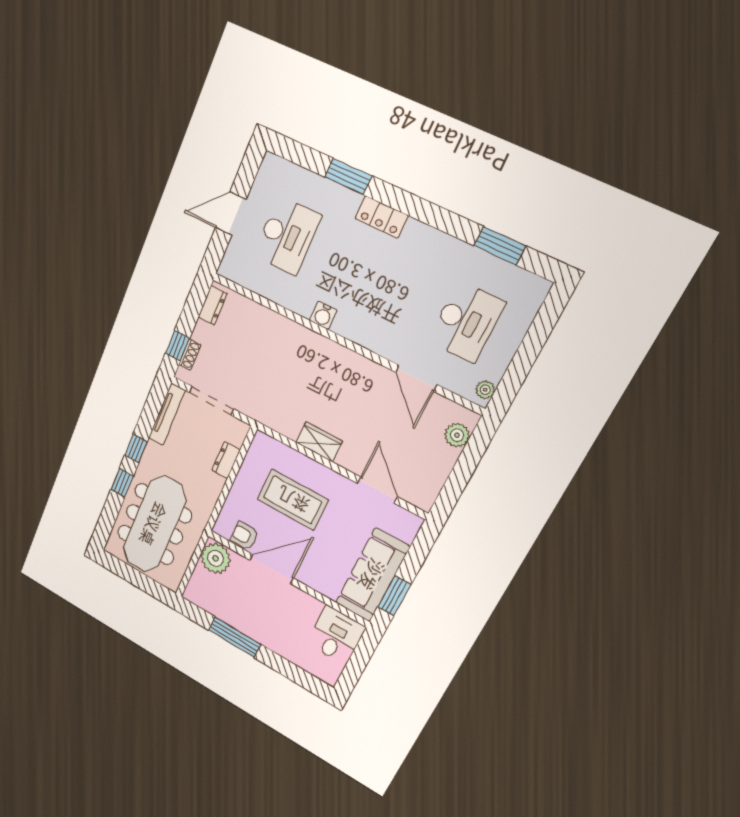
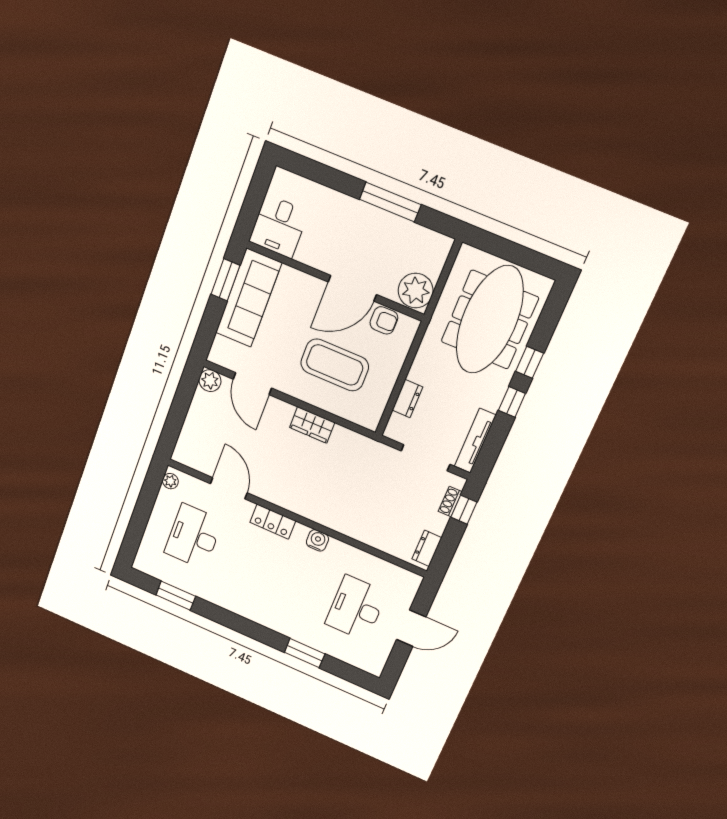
locker: (382, 217) -> (273, 522), moved, turned 180
plant: (457, 435) -> (210, 381), moved

